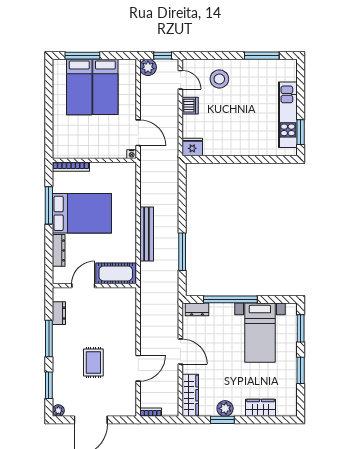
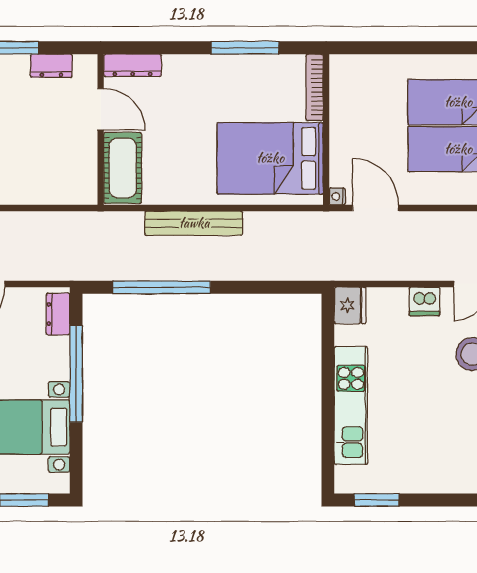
kitchen unit: (288, 115) -> (351, 405), moved, turned 90
door: (138, 133) -> (376, 208), swing flipped
bed: (82, 213) -> (270, 158), moved, turned 90
dresser: (59, 250) -> (133, 65), moved
window: (182, 252) -> (162, 287), width x1.46

